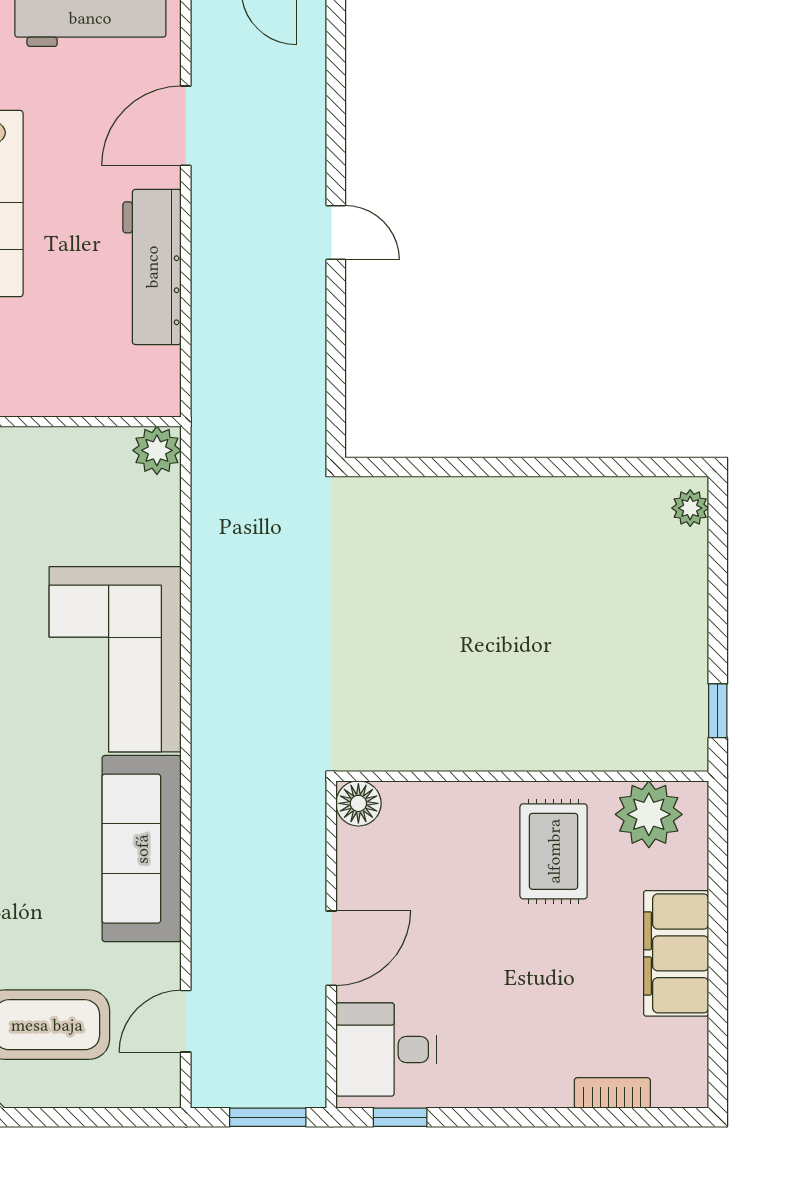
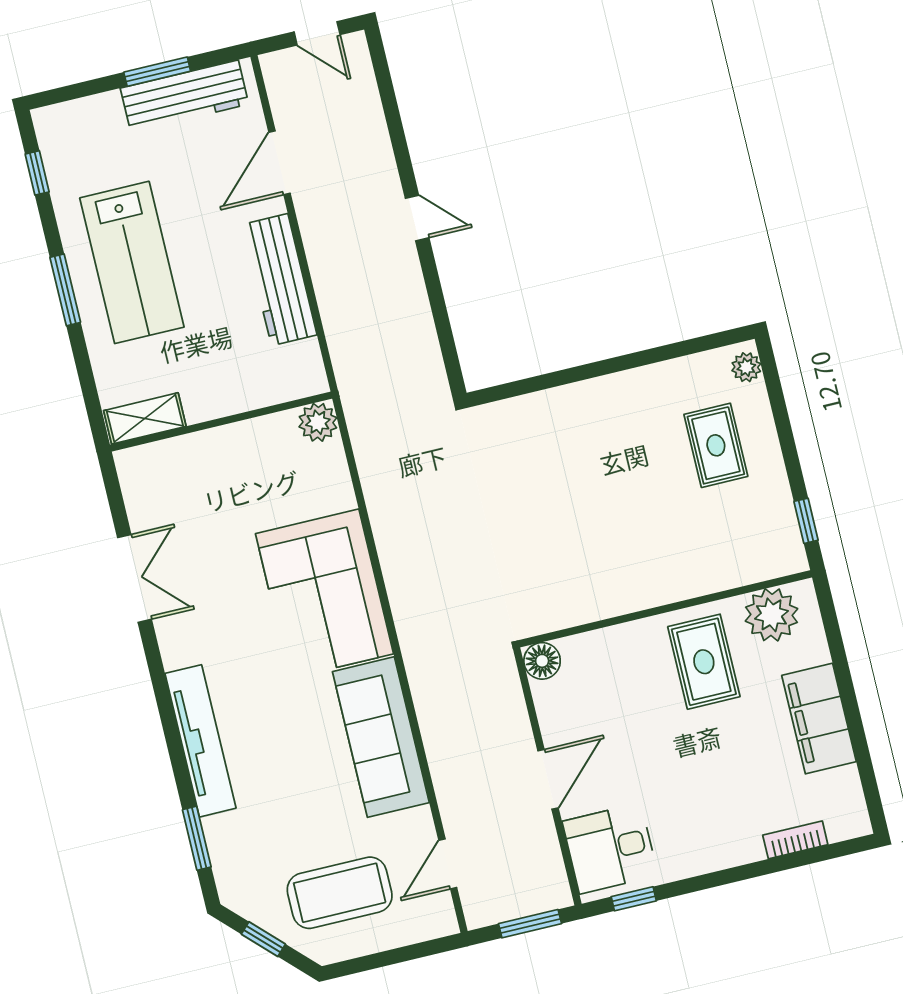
rug: (631, 594) -> (716, 445), added

